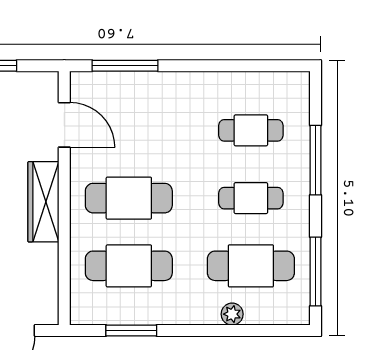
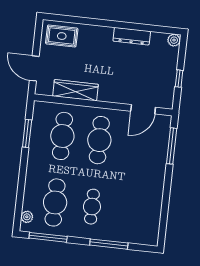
cafe table: (251, 130) -> (129, 211), removed
wardrobe: (43, 202) -> (75, 90), moved
plant: (232, 314) -> (27, 217), moved

